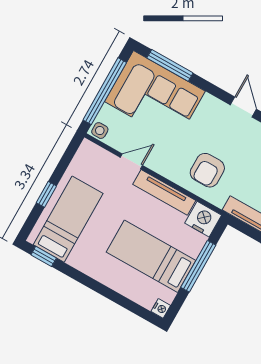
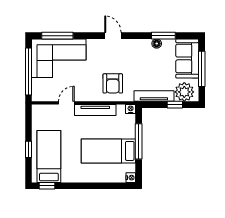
side table: (100, 131) -> (38, 96), removed
nightstand: (203, 219) -> (131, 109), width x0.53, depth x0.56

